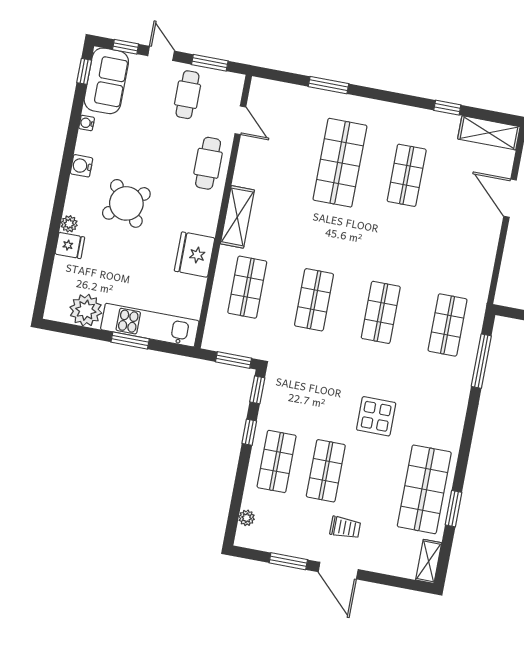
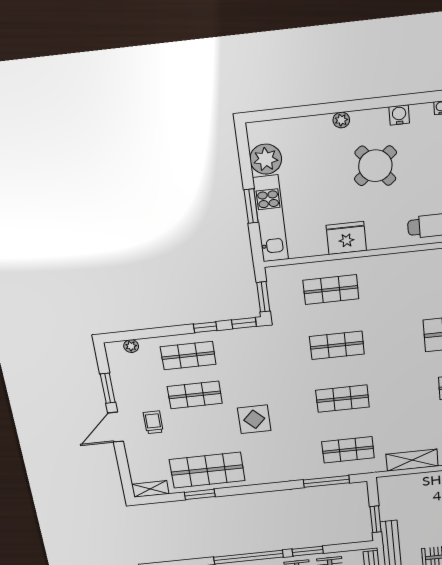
shelving: (237, 217) -> (412, 460), moved
fridge: (70, 245) -> (321, 127), removed
trolley: (345, 528) -> (153, 422), turned 180

